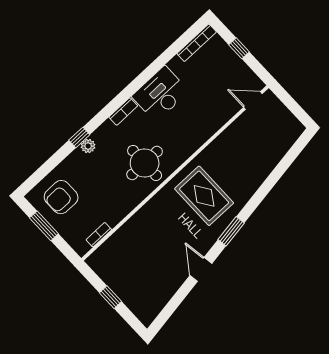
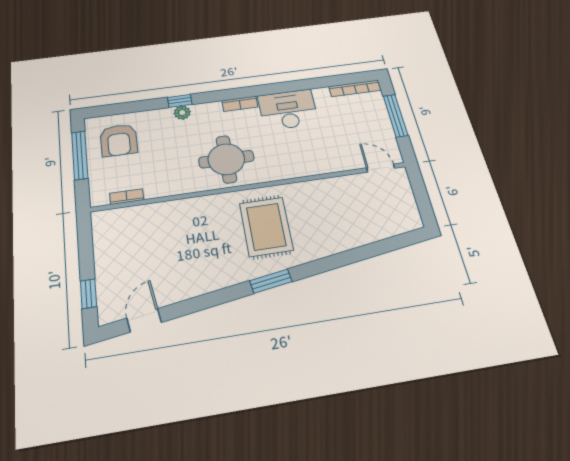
window: (239, 48) -> (396, 116), width x2.17
armchair: (61, 197) -> (119, 140), turned -90
window: (44, 226) -> (80, 155), width x1.44
door: (201, 269) -> (144, 320), moved
window: (110, 297) -> (89, 294), moved

